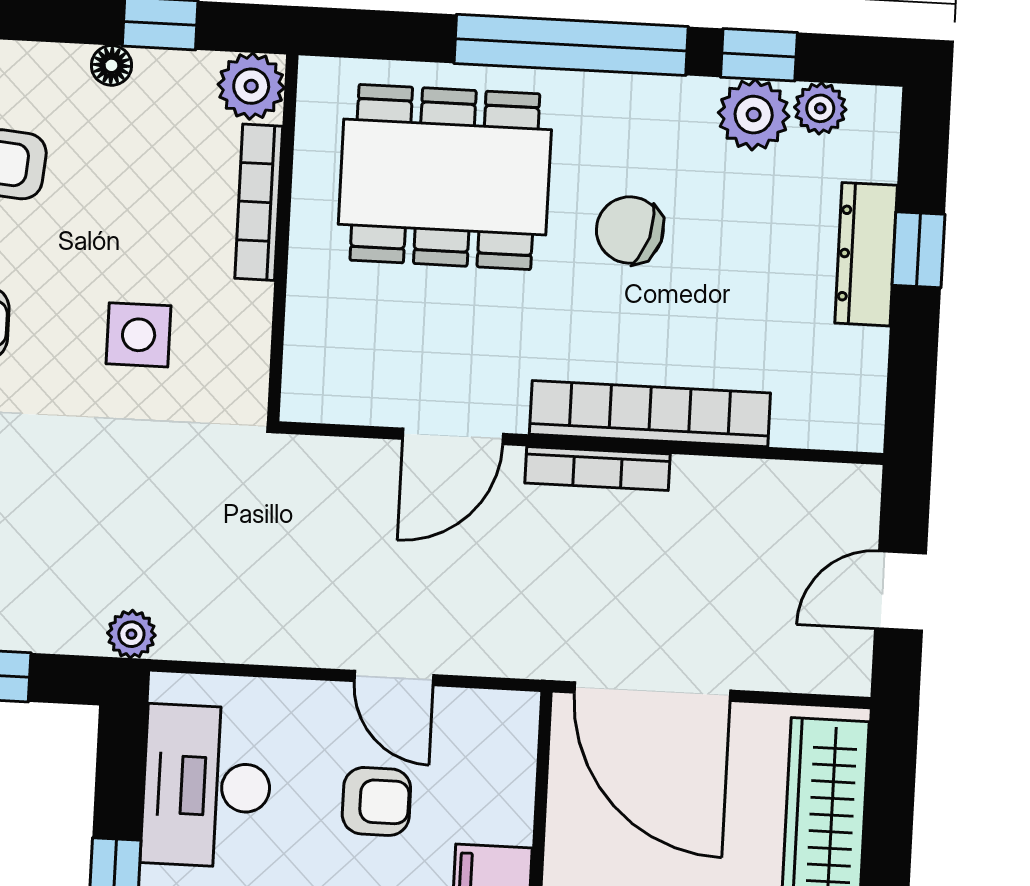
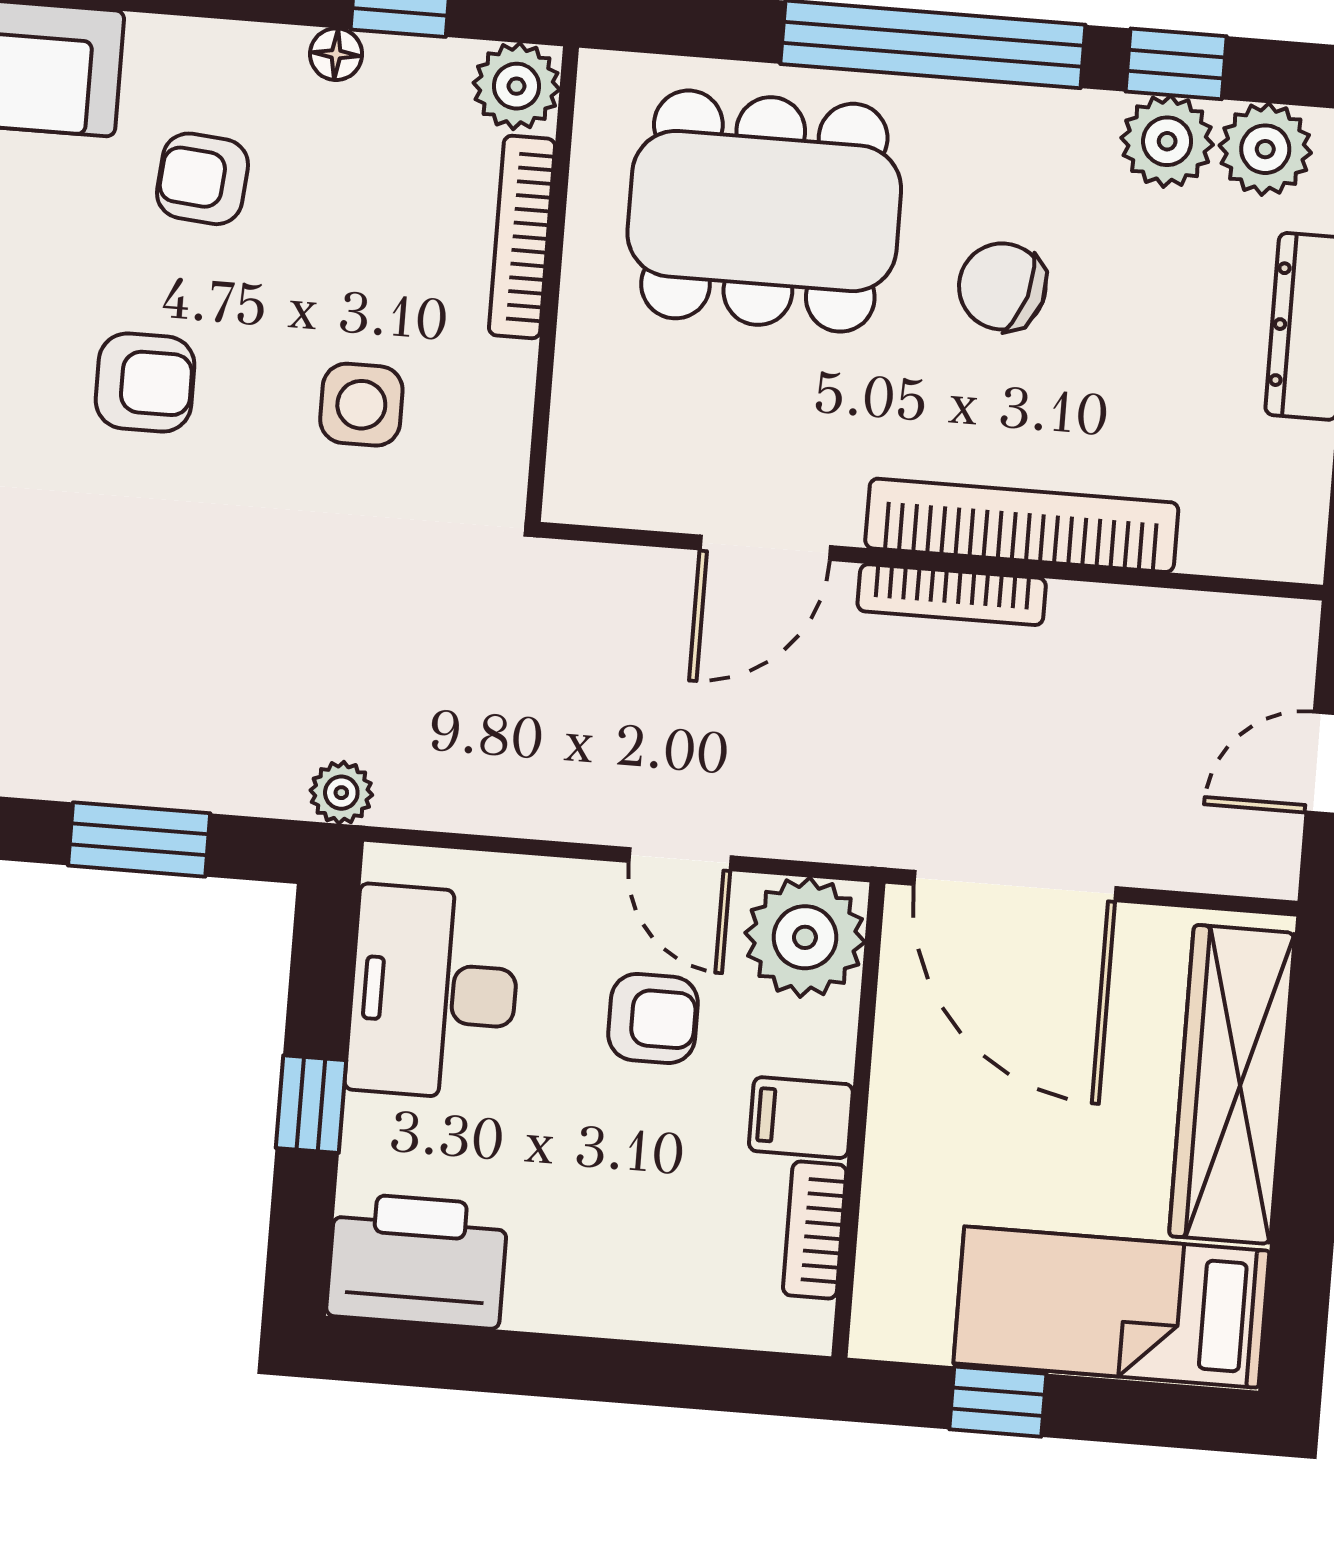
plant: (820, 108) -> (1265, 149), width x1.38, depth x1.38
plant: (492, 736) -> (805, 937), added

